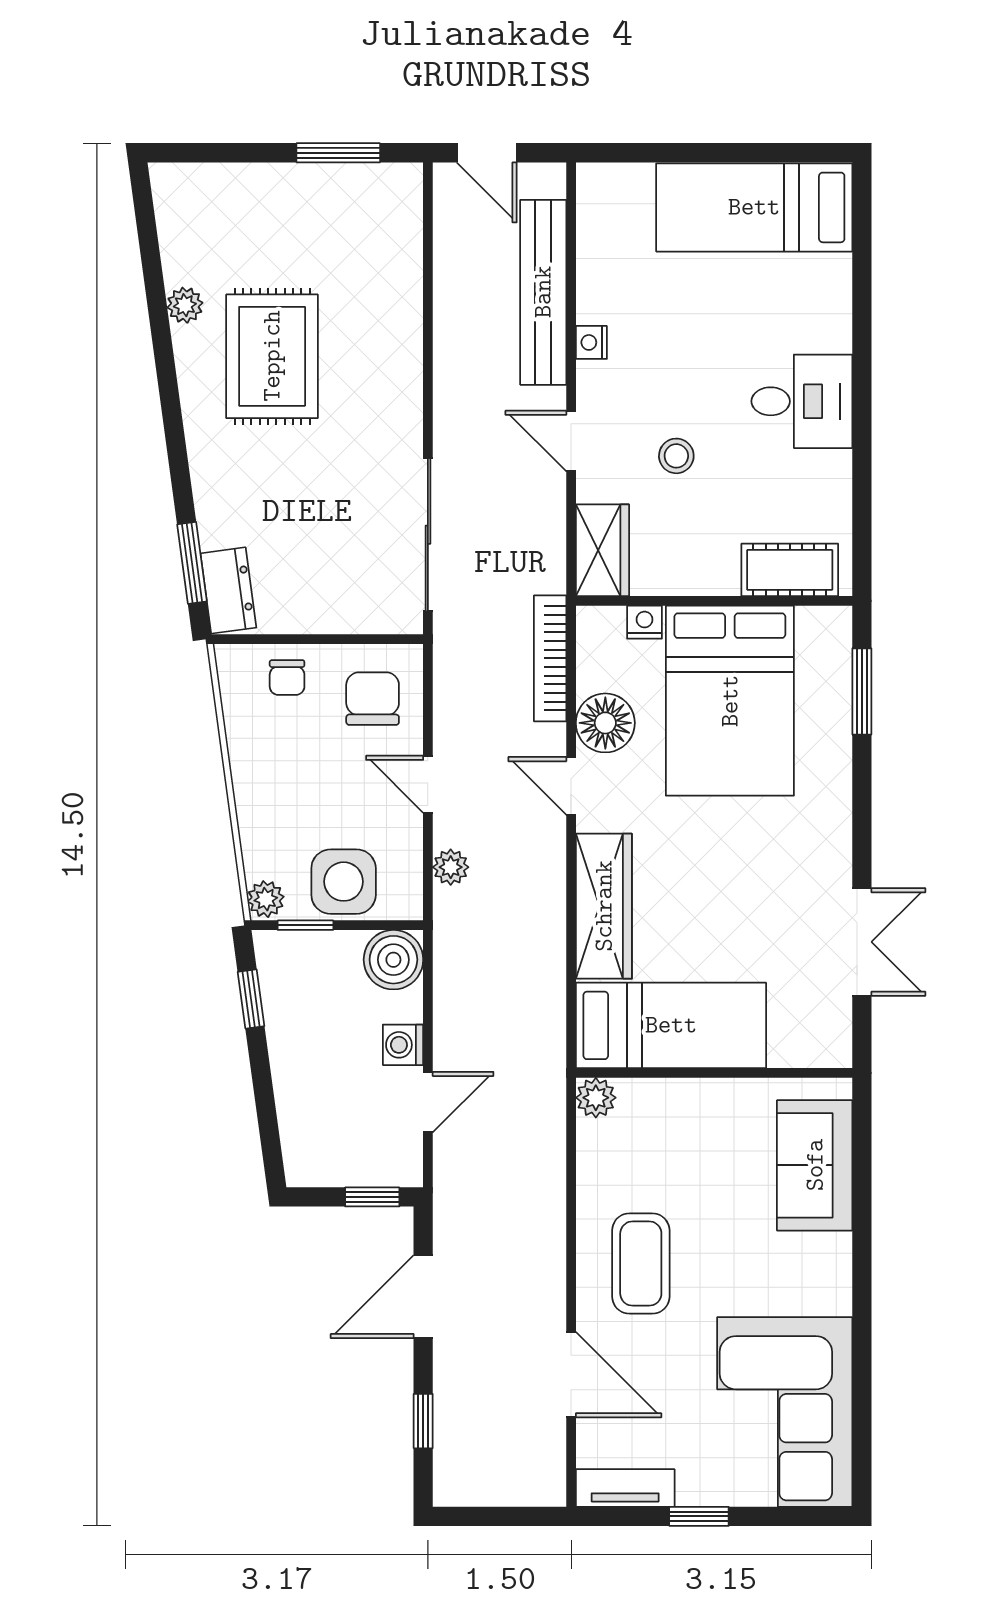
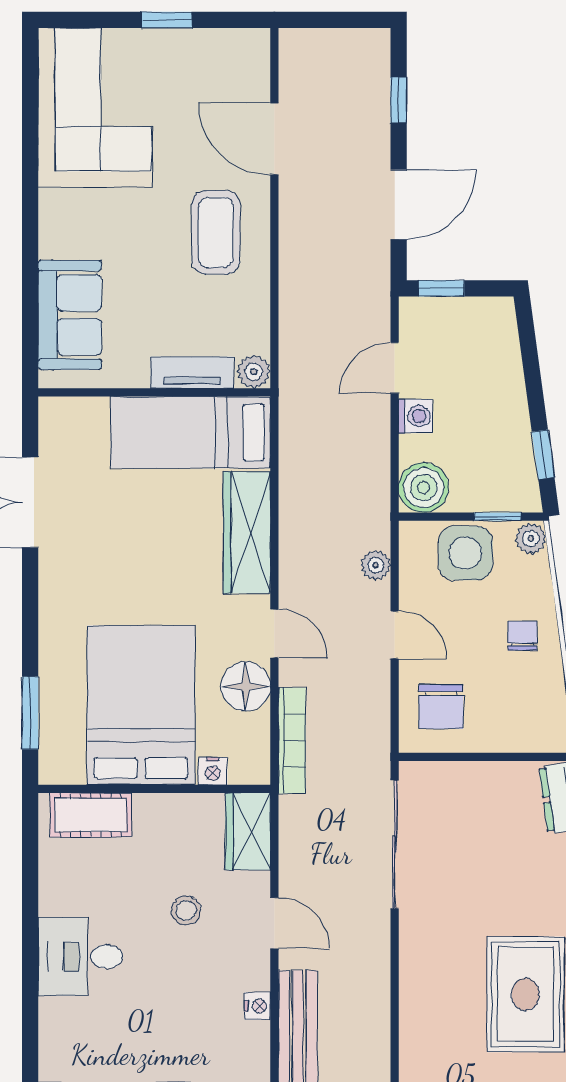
chair: (287, 677) -> (522, 636), moved
tv unit: (625, 1488) -> (192, 373), moved, turned 180

